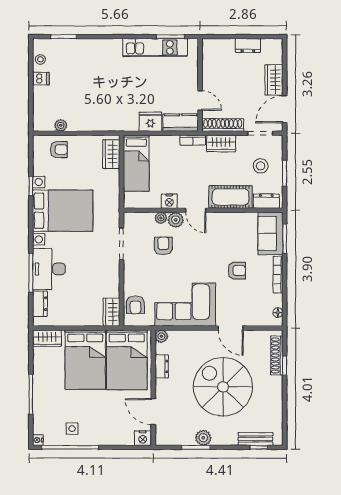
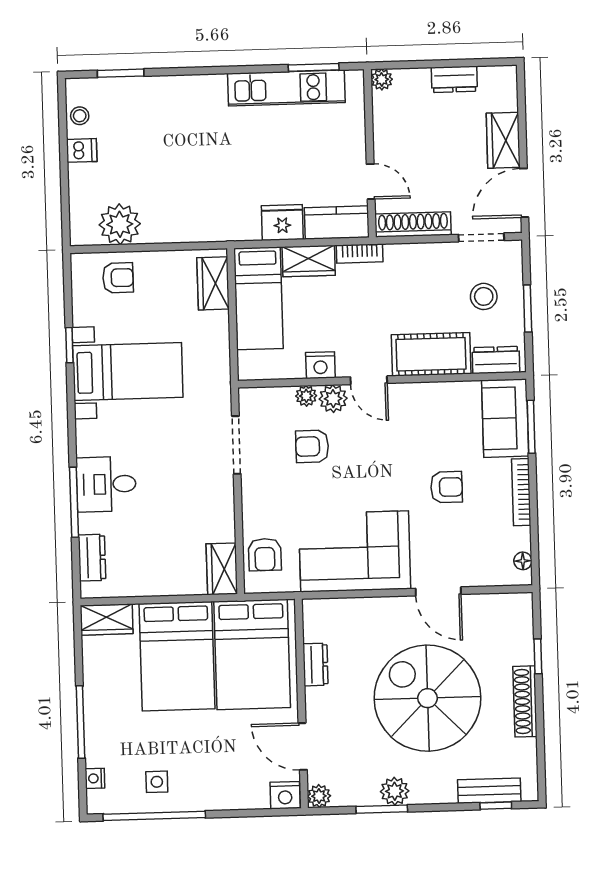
plant: (208, 44) -> (382, 79), added
plant: (61, 125) -> (120, 224), width x1.88, depth x1.88
wardrobe: (221, 143) -> (309, 261), moved
bed with nightstands: (63, 211) -> (128, 372), width x0.73
armchair: (163, 246) -> (312, 446), turned -90
desk: (49, 269) -> (106, 484), width x0.73
plant: (161, 336) -> (319, 796), moved
shoe rack: (277, 356) -> (525, 701), moved
nightstand: (38, 440) -> (95, 778), moved

